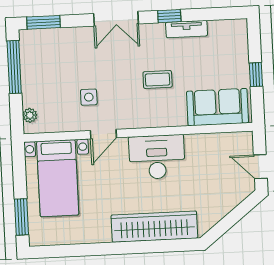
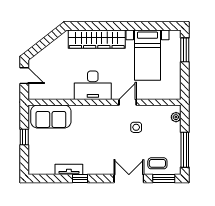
double door: (116, 19) -> (129, 179), moved
coffee table: (158, 79) -> (157, 163), moved
bed with nightstands: (58, 178) -> (147, 55), moved, turned 180

